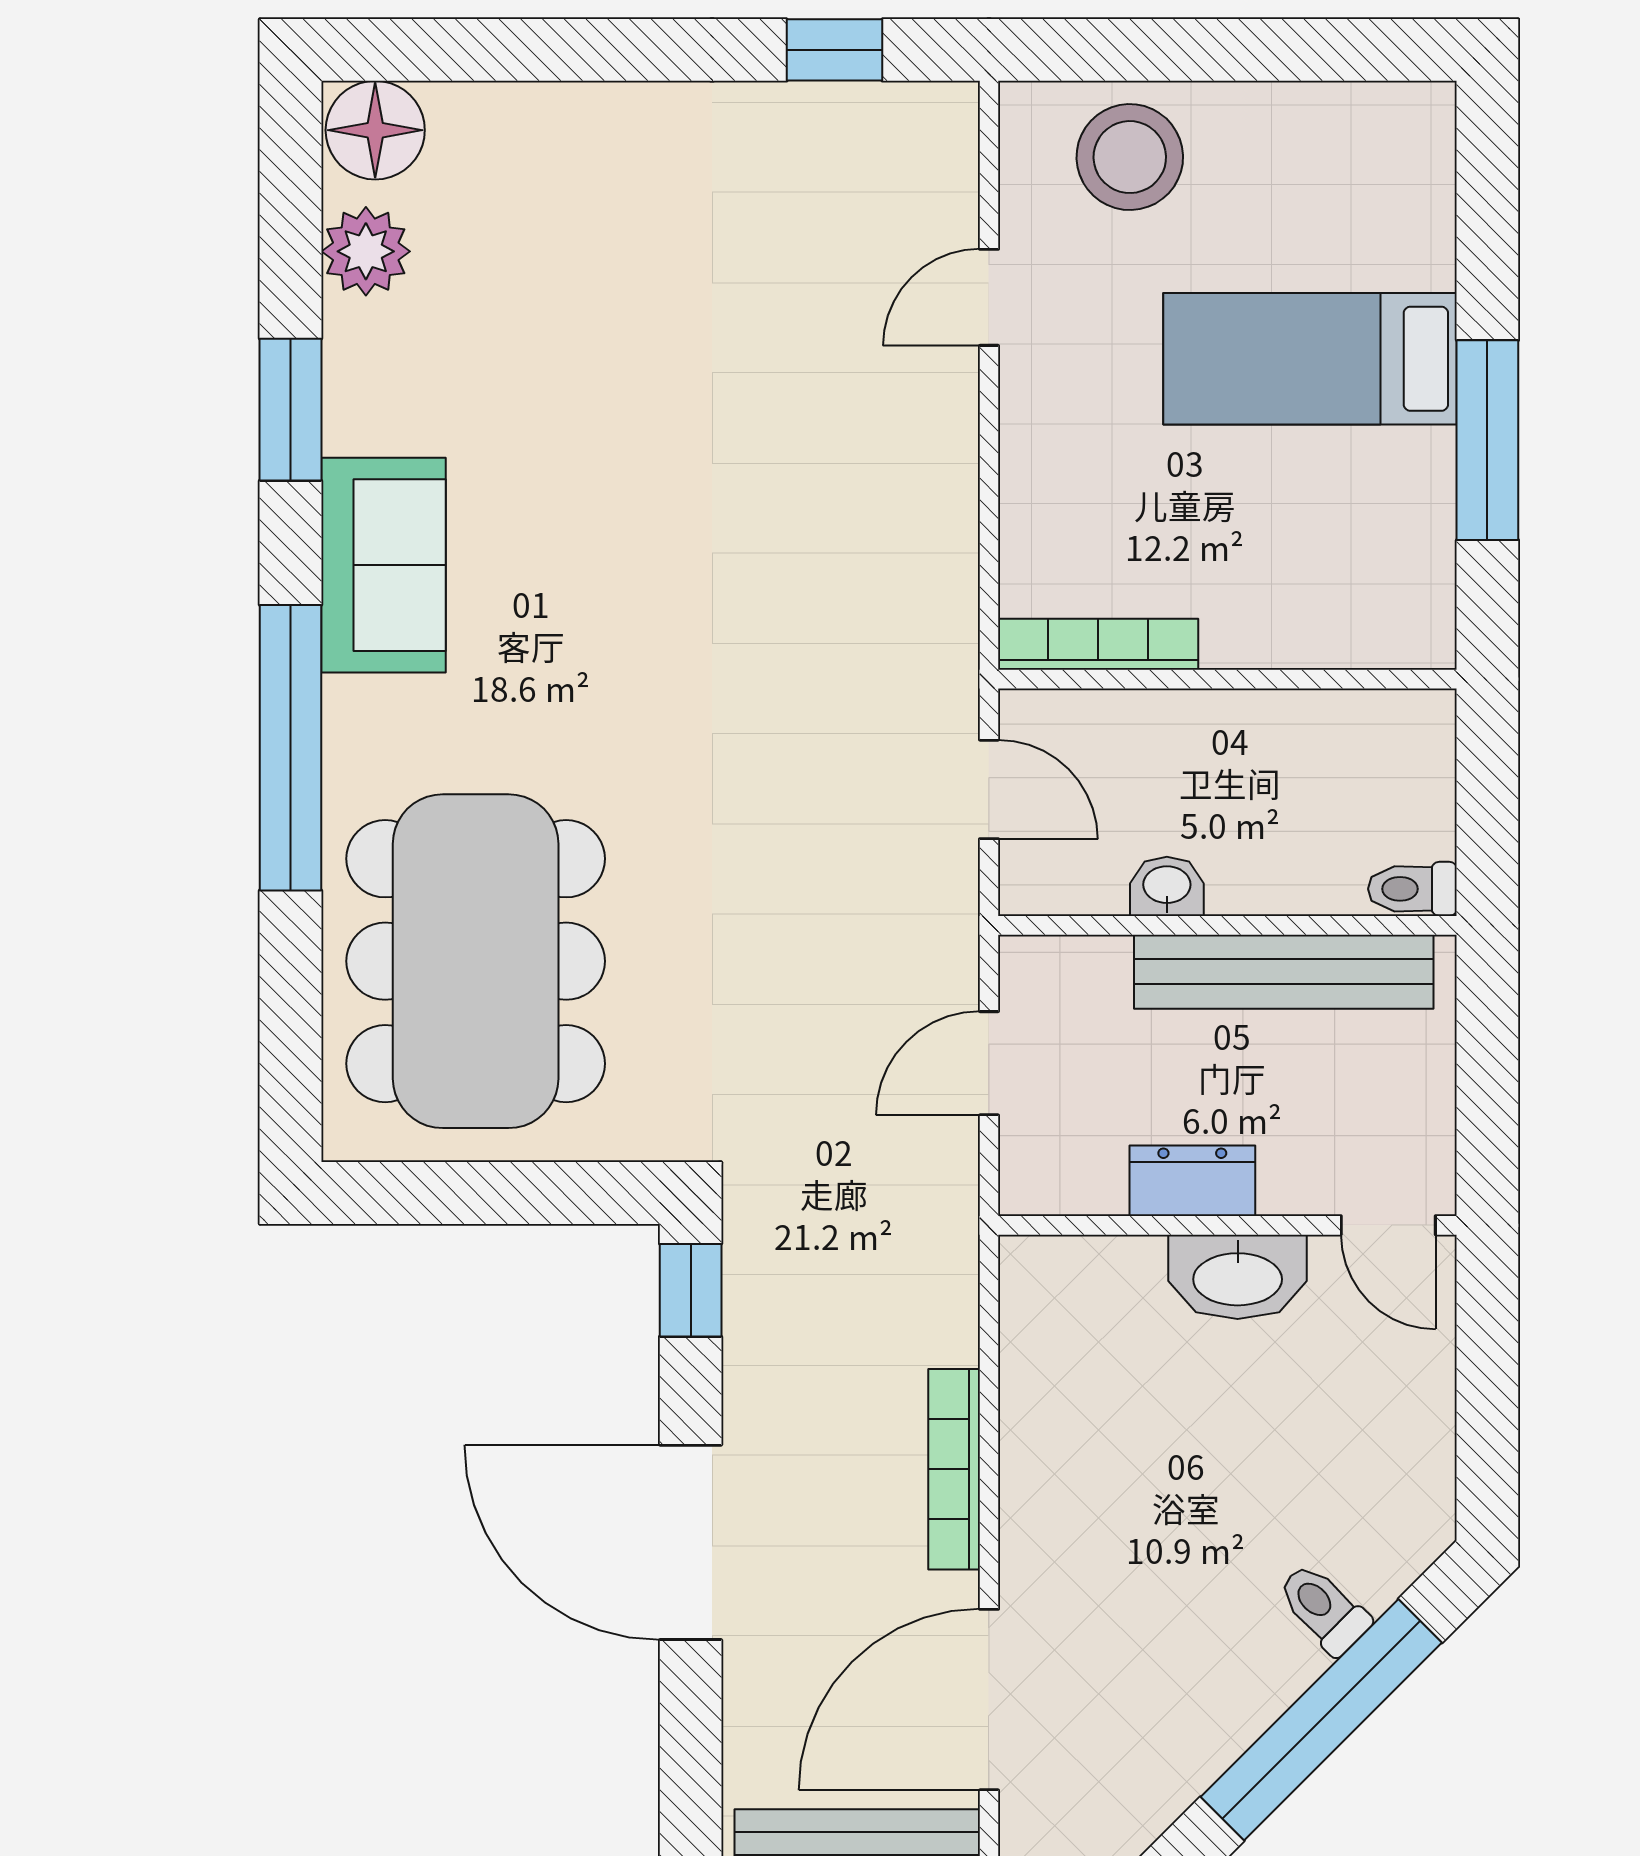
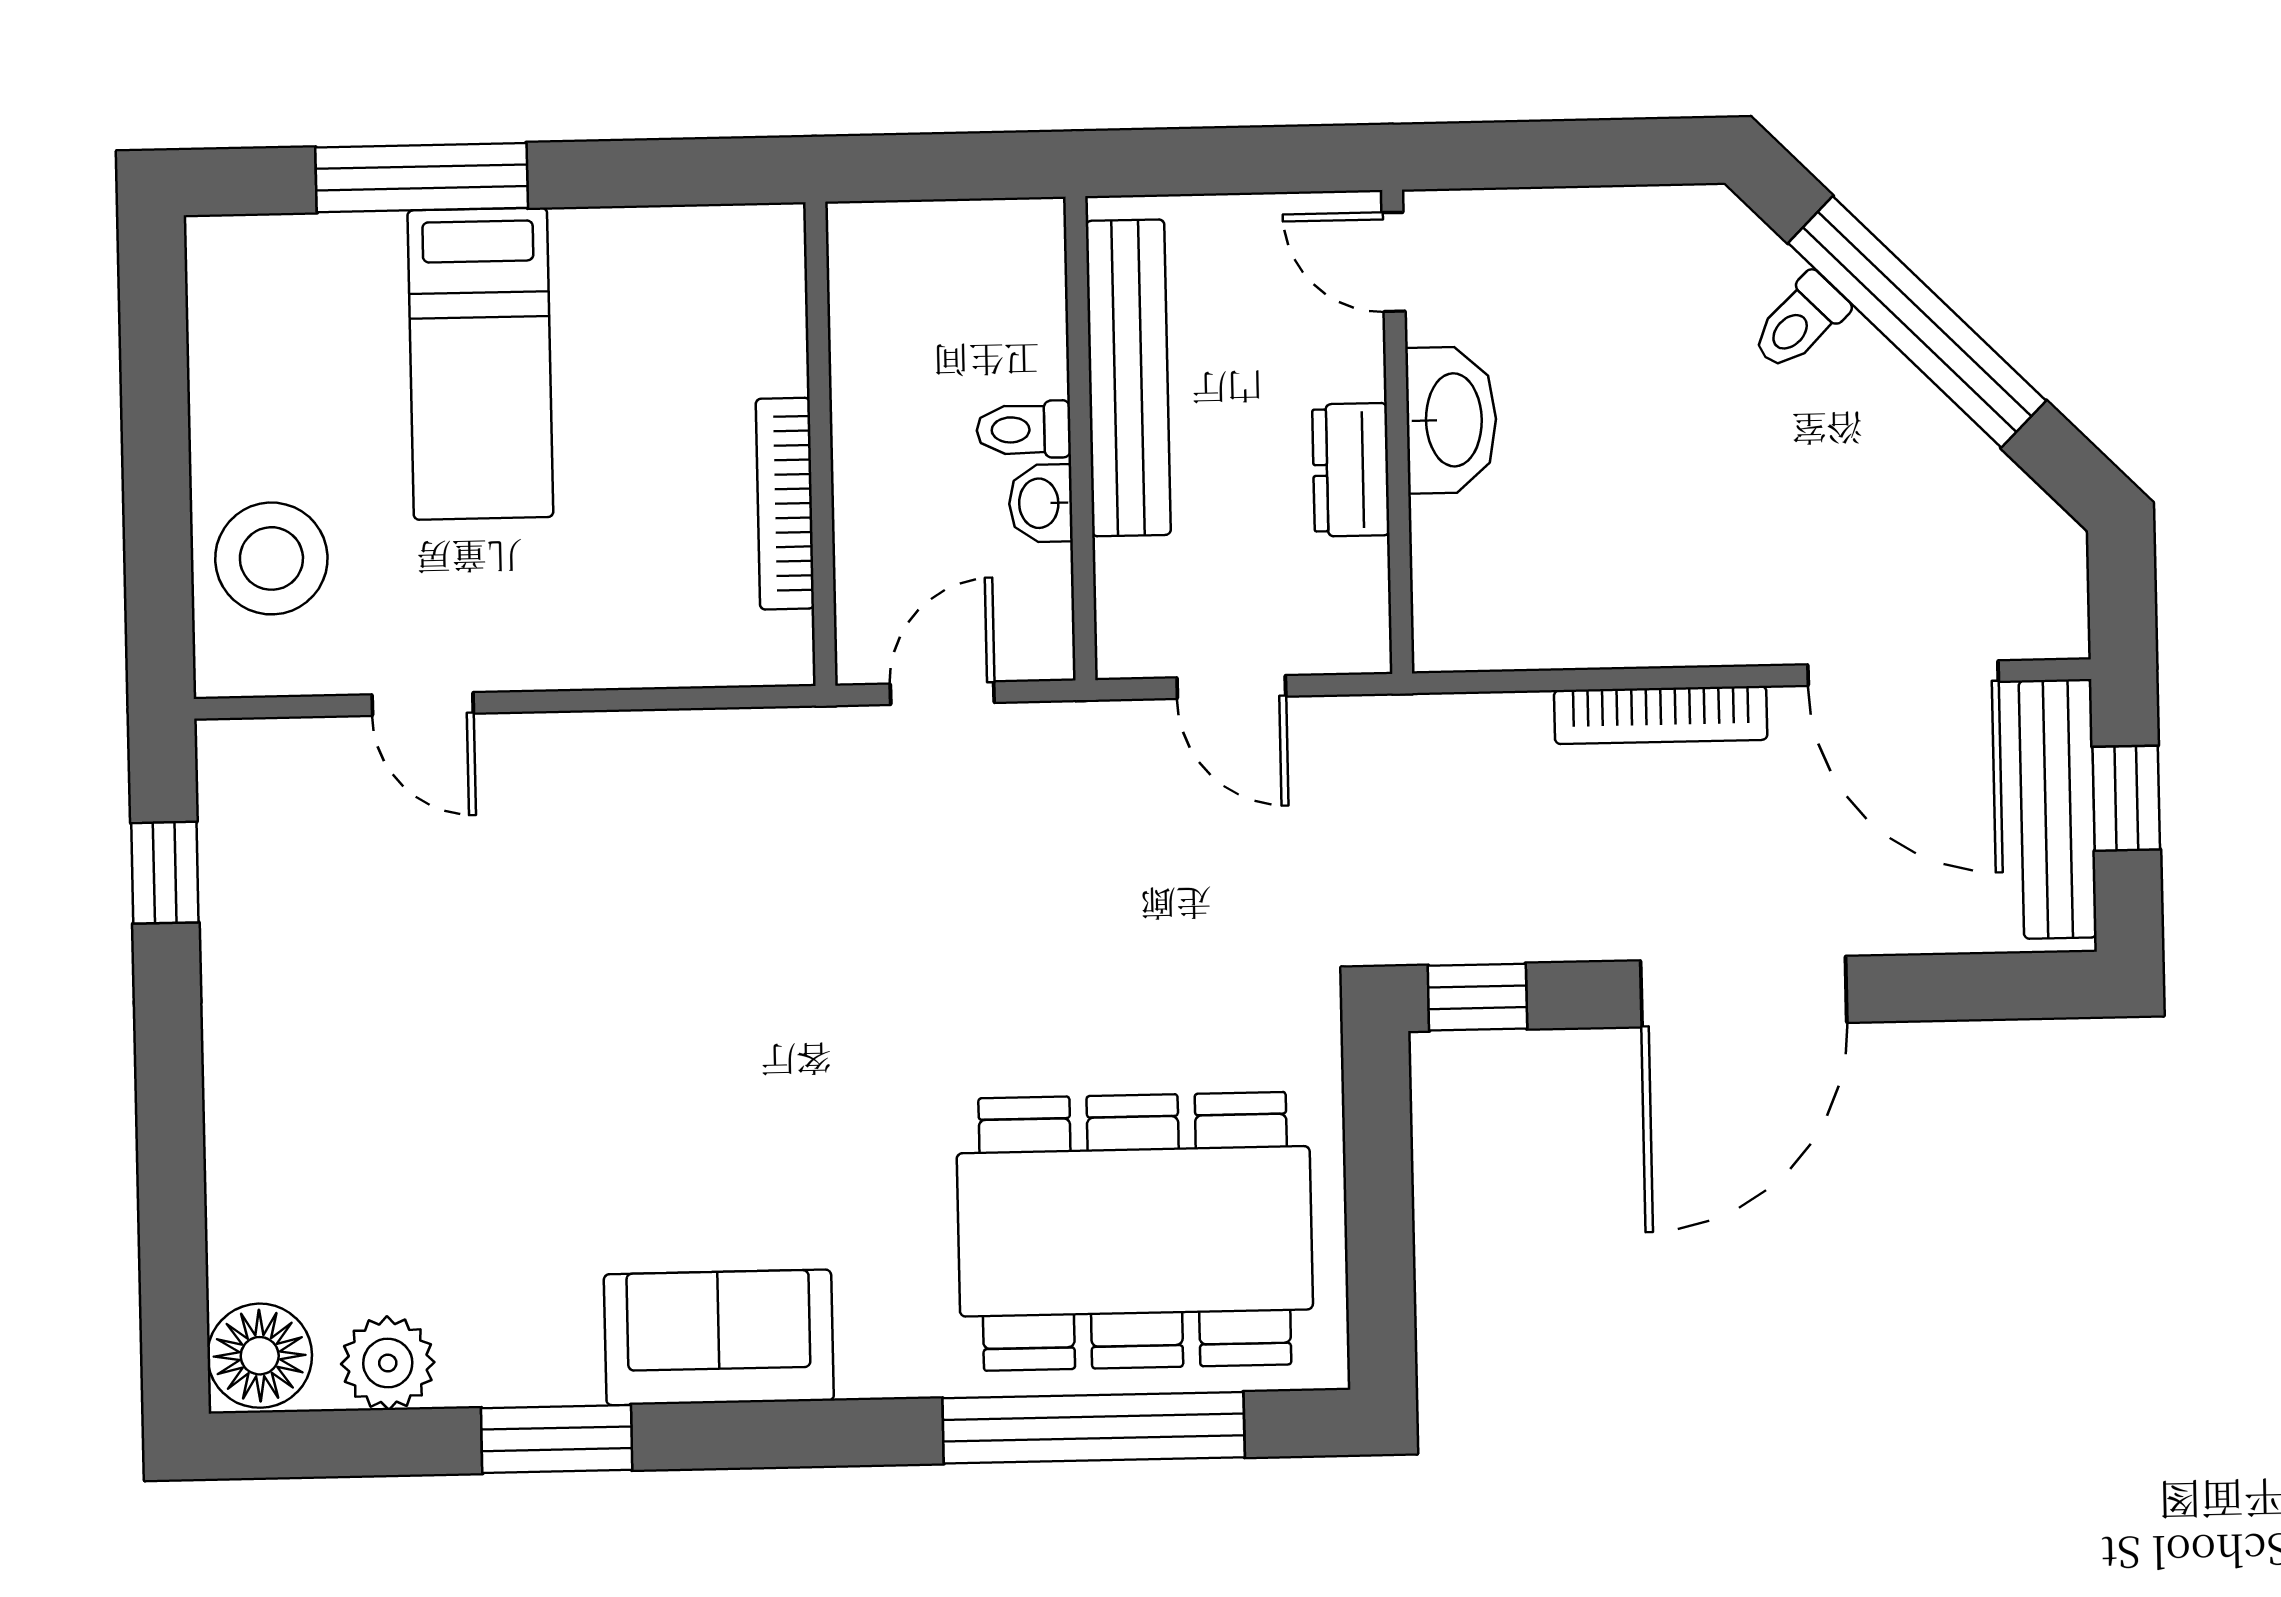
window: (1487, 440) -> (422, 178), moved
bookcase: (1098, 644) -> (785, 504), moved
window: (291, 748) -> (1094, 1428), moved
toilet: (1412, 889) -> (1024, 430), moved, turned 90
door: (1388, 1225) -> (1394, 262), swing flipped

